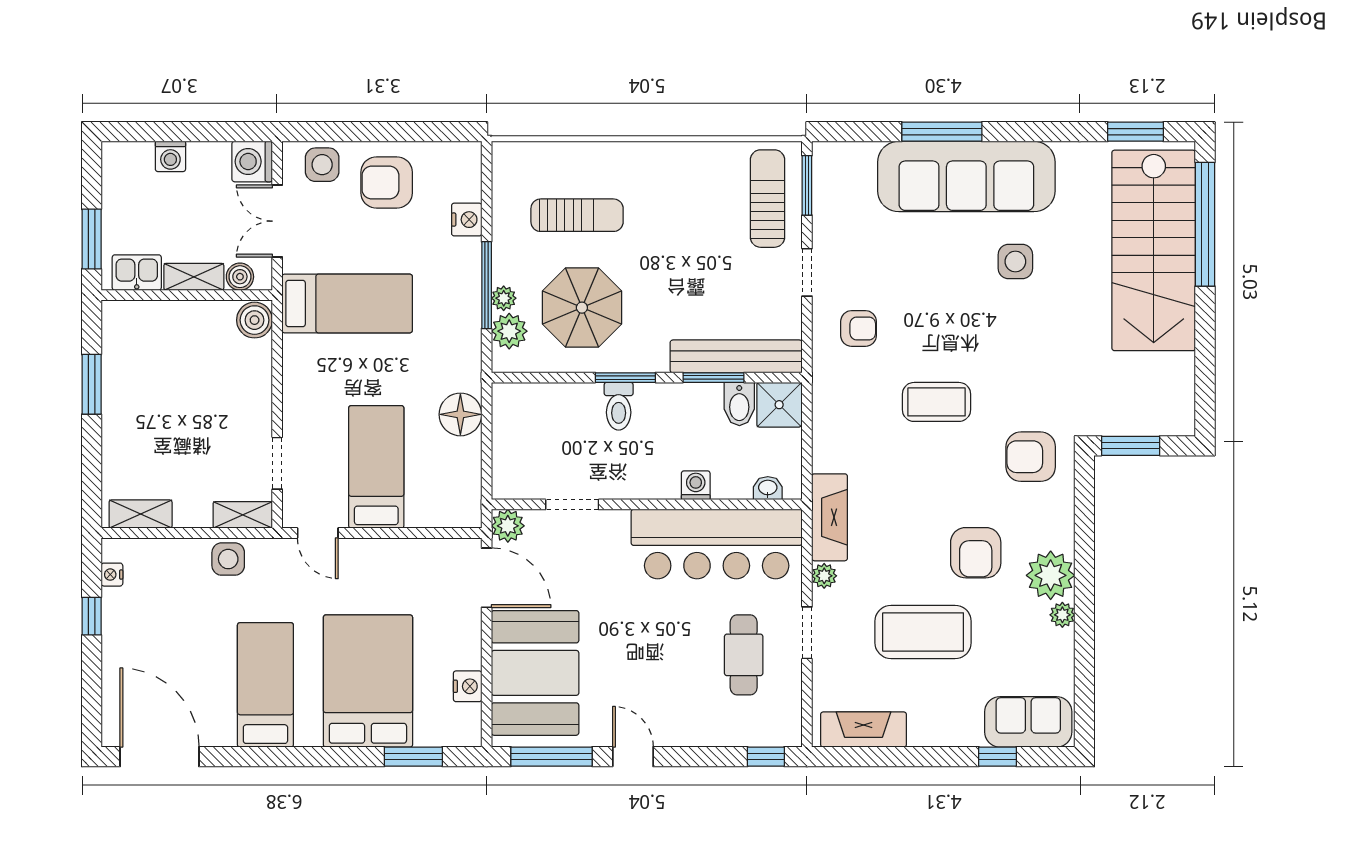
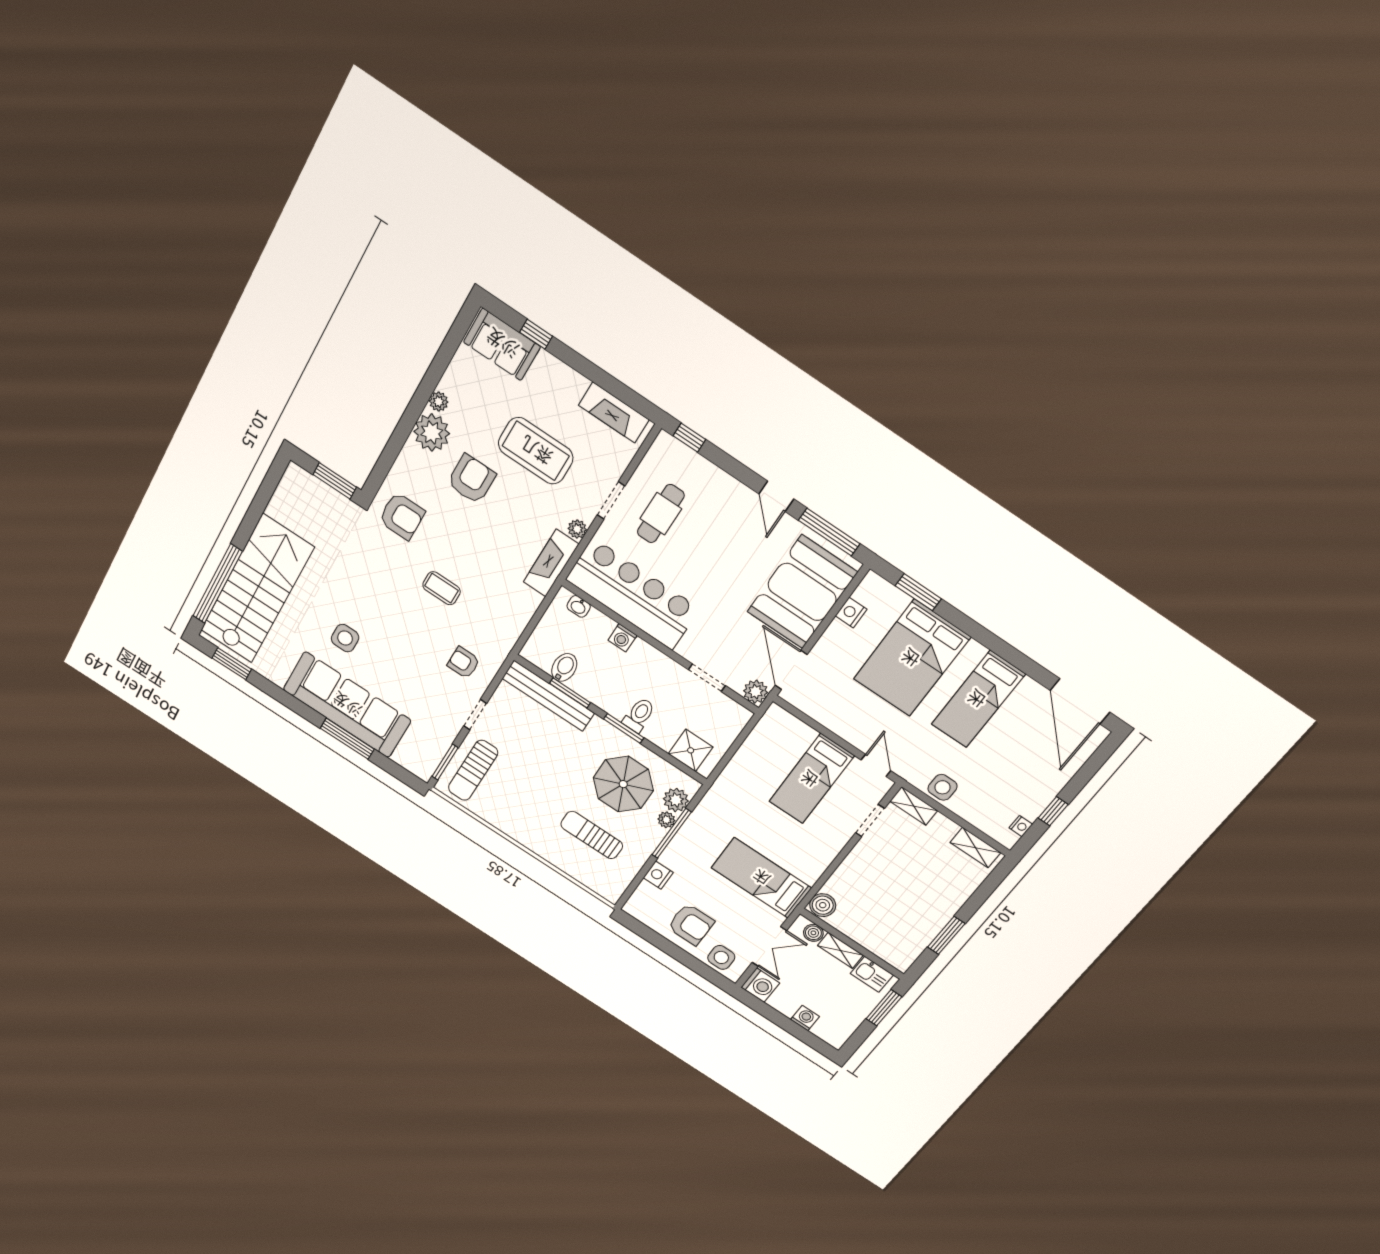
coffee table: (936, 402) -> (441, 588), width x0.73, depth x0.77
shower: (779, 405) -> (691, 750), moved
floor lamp: (460, 414) -> (738, 774), removed

